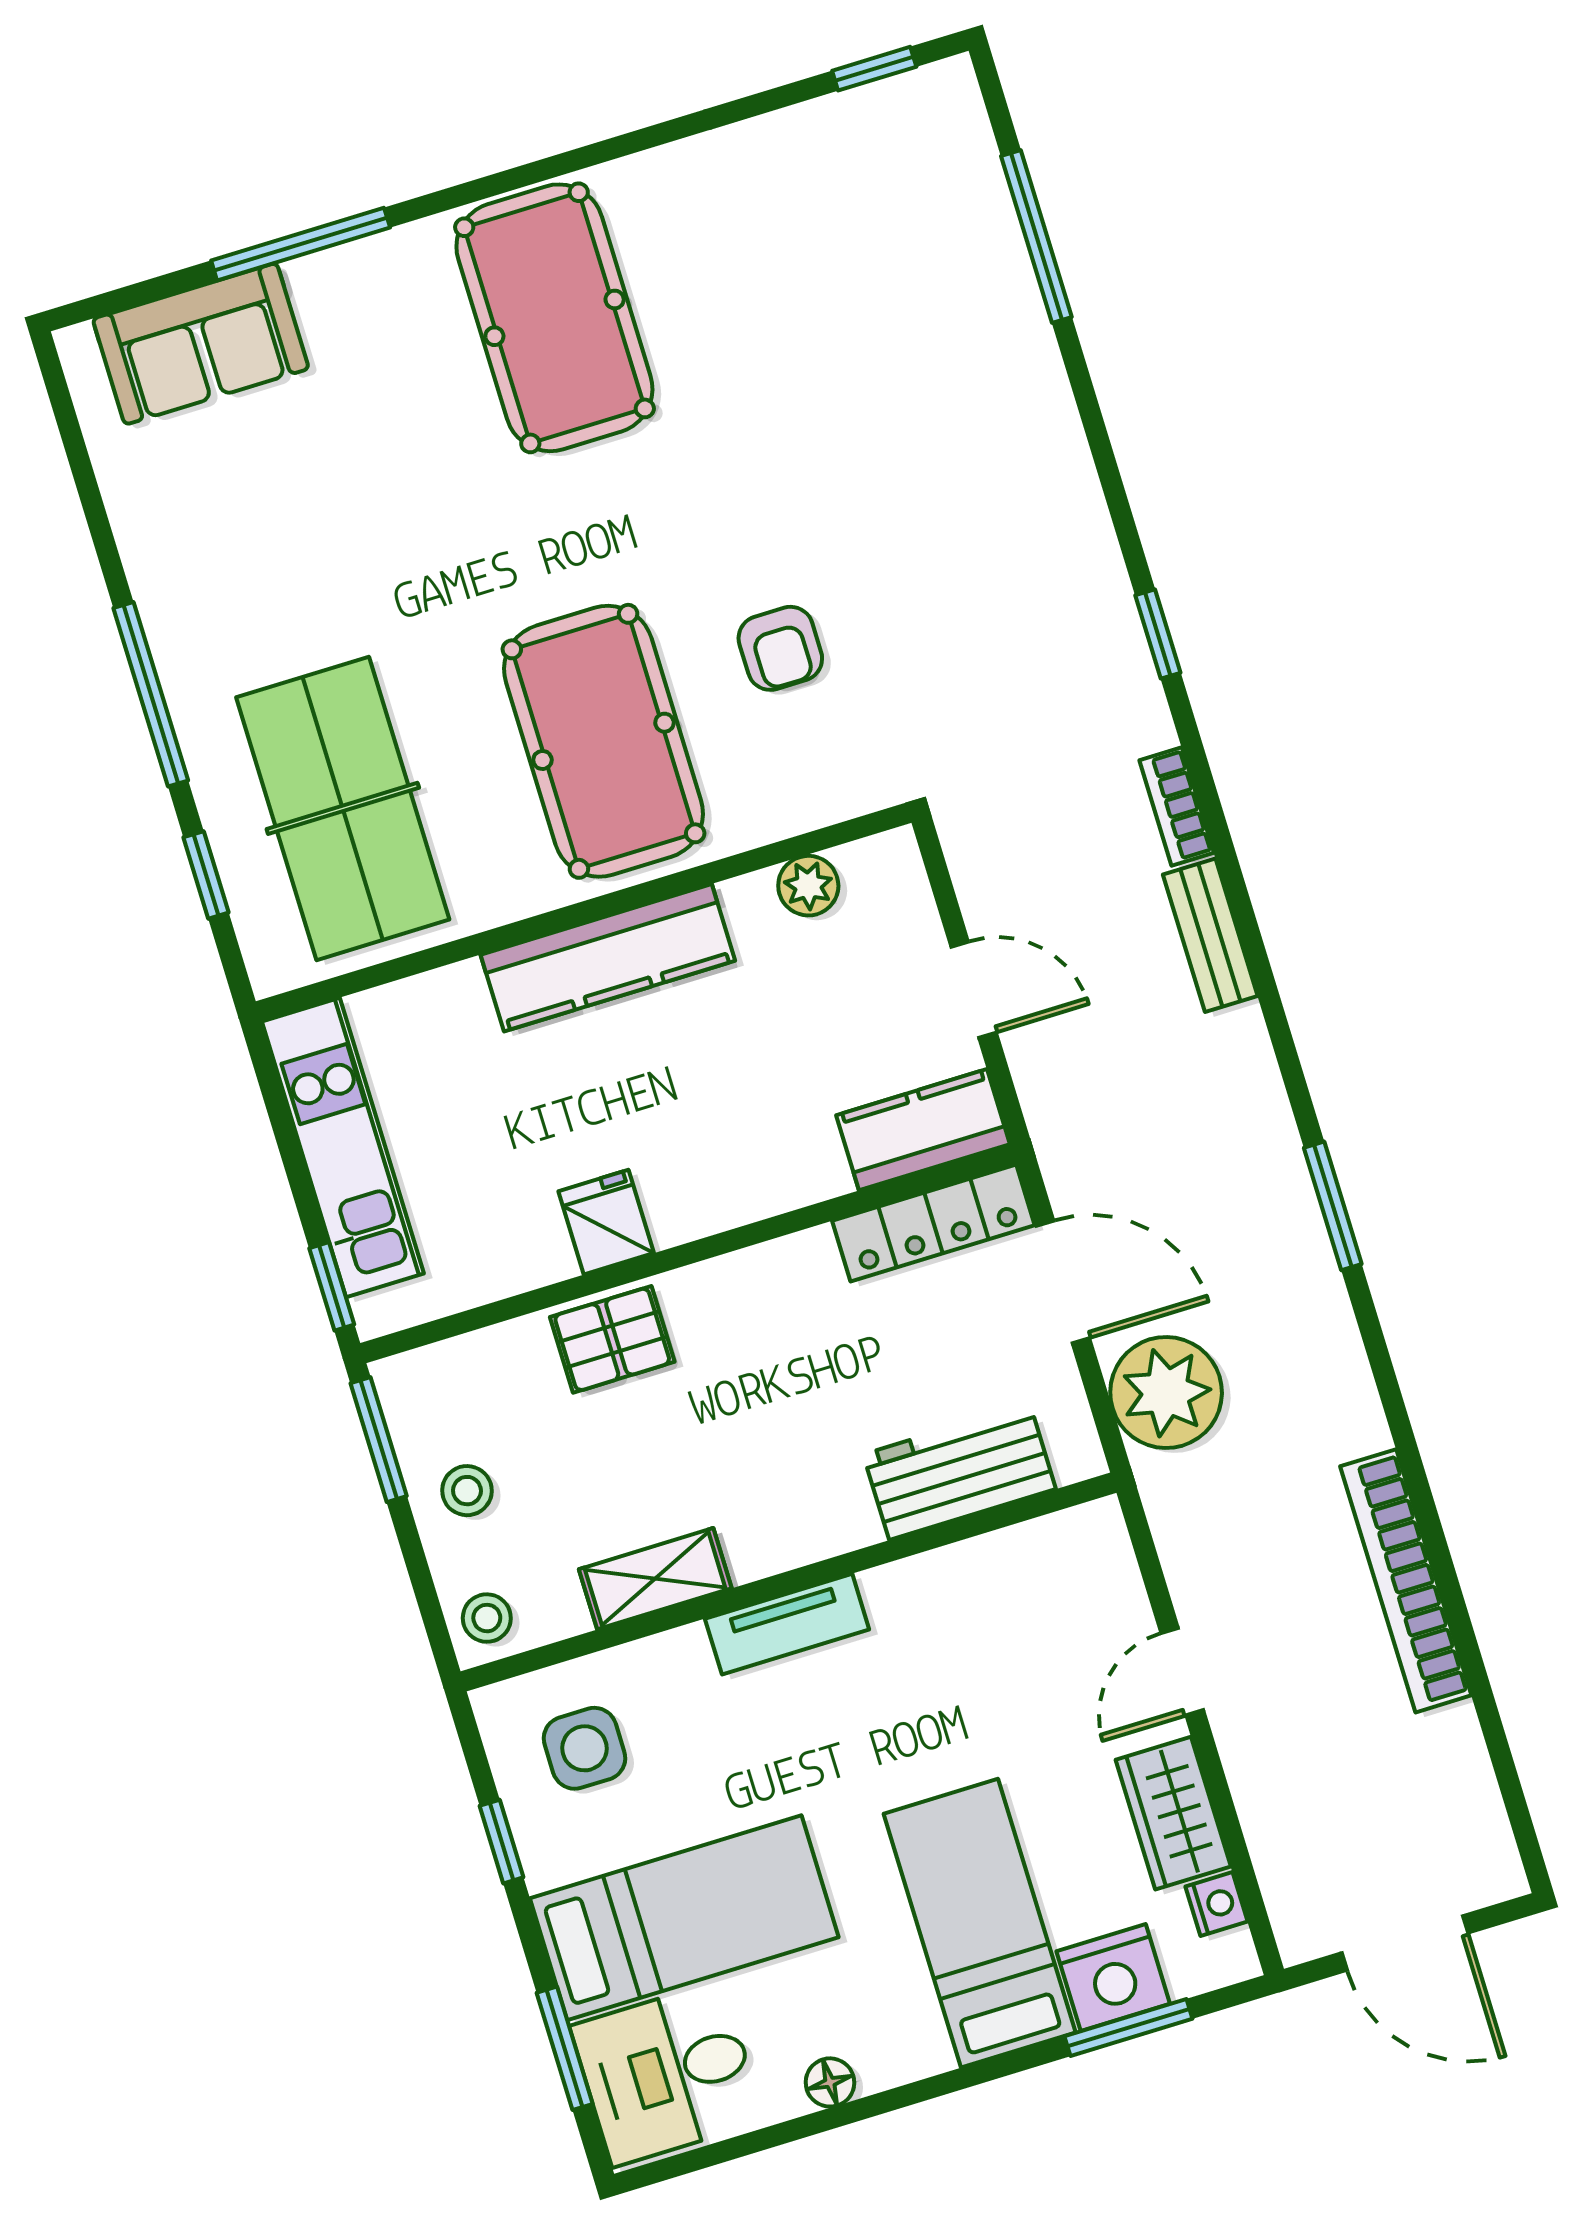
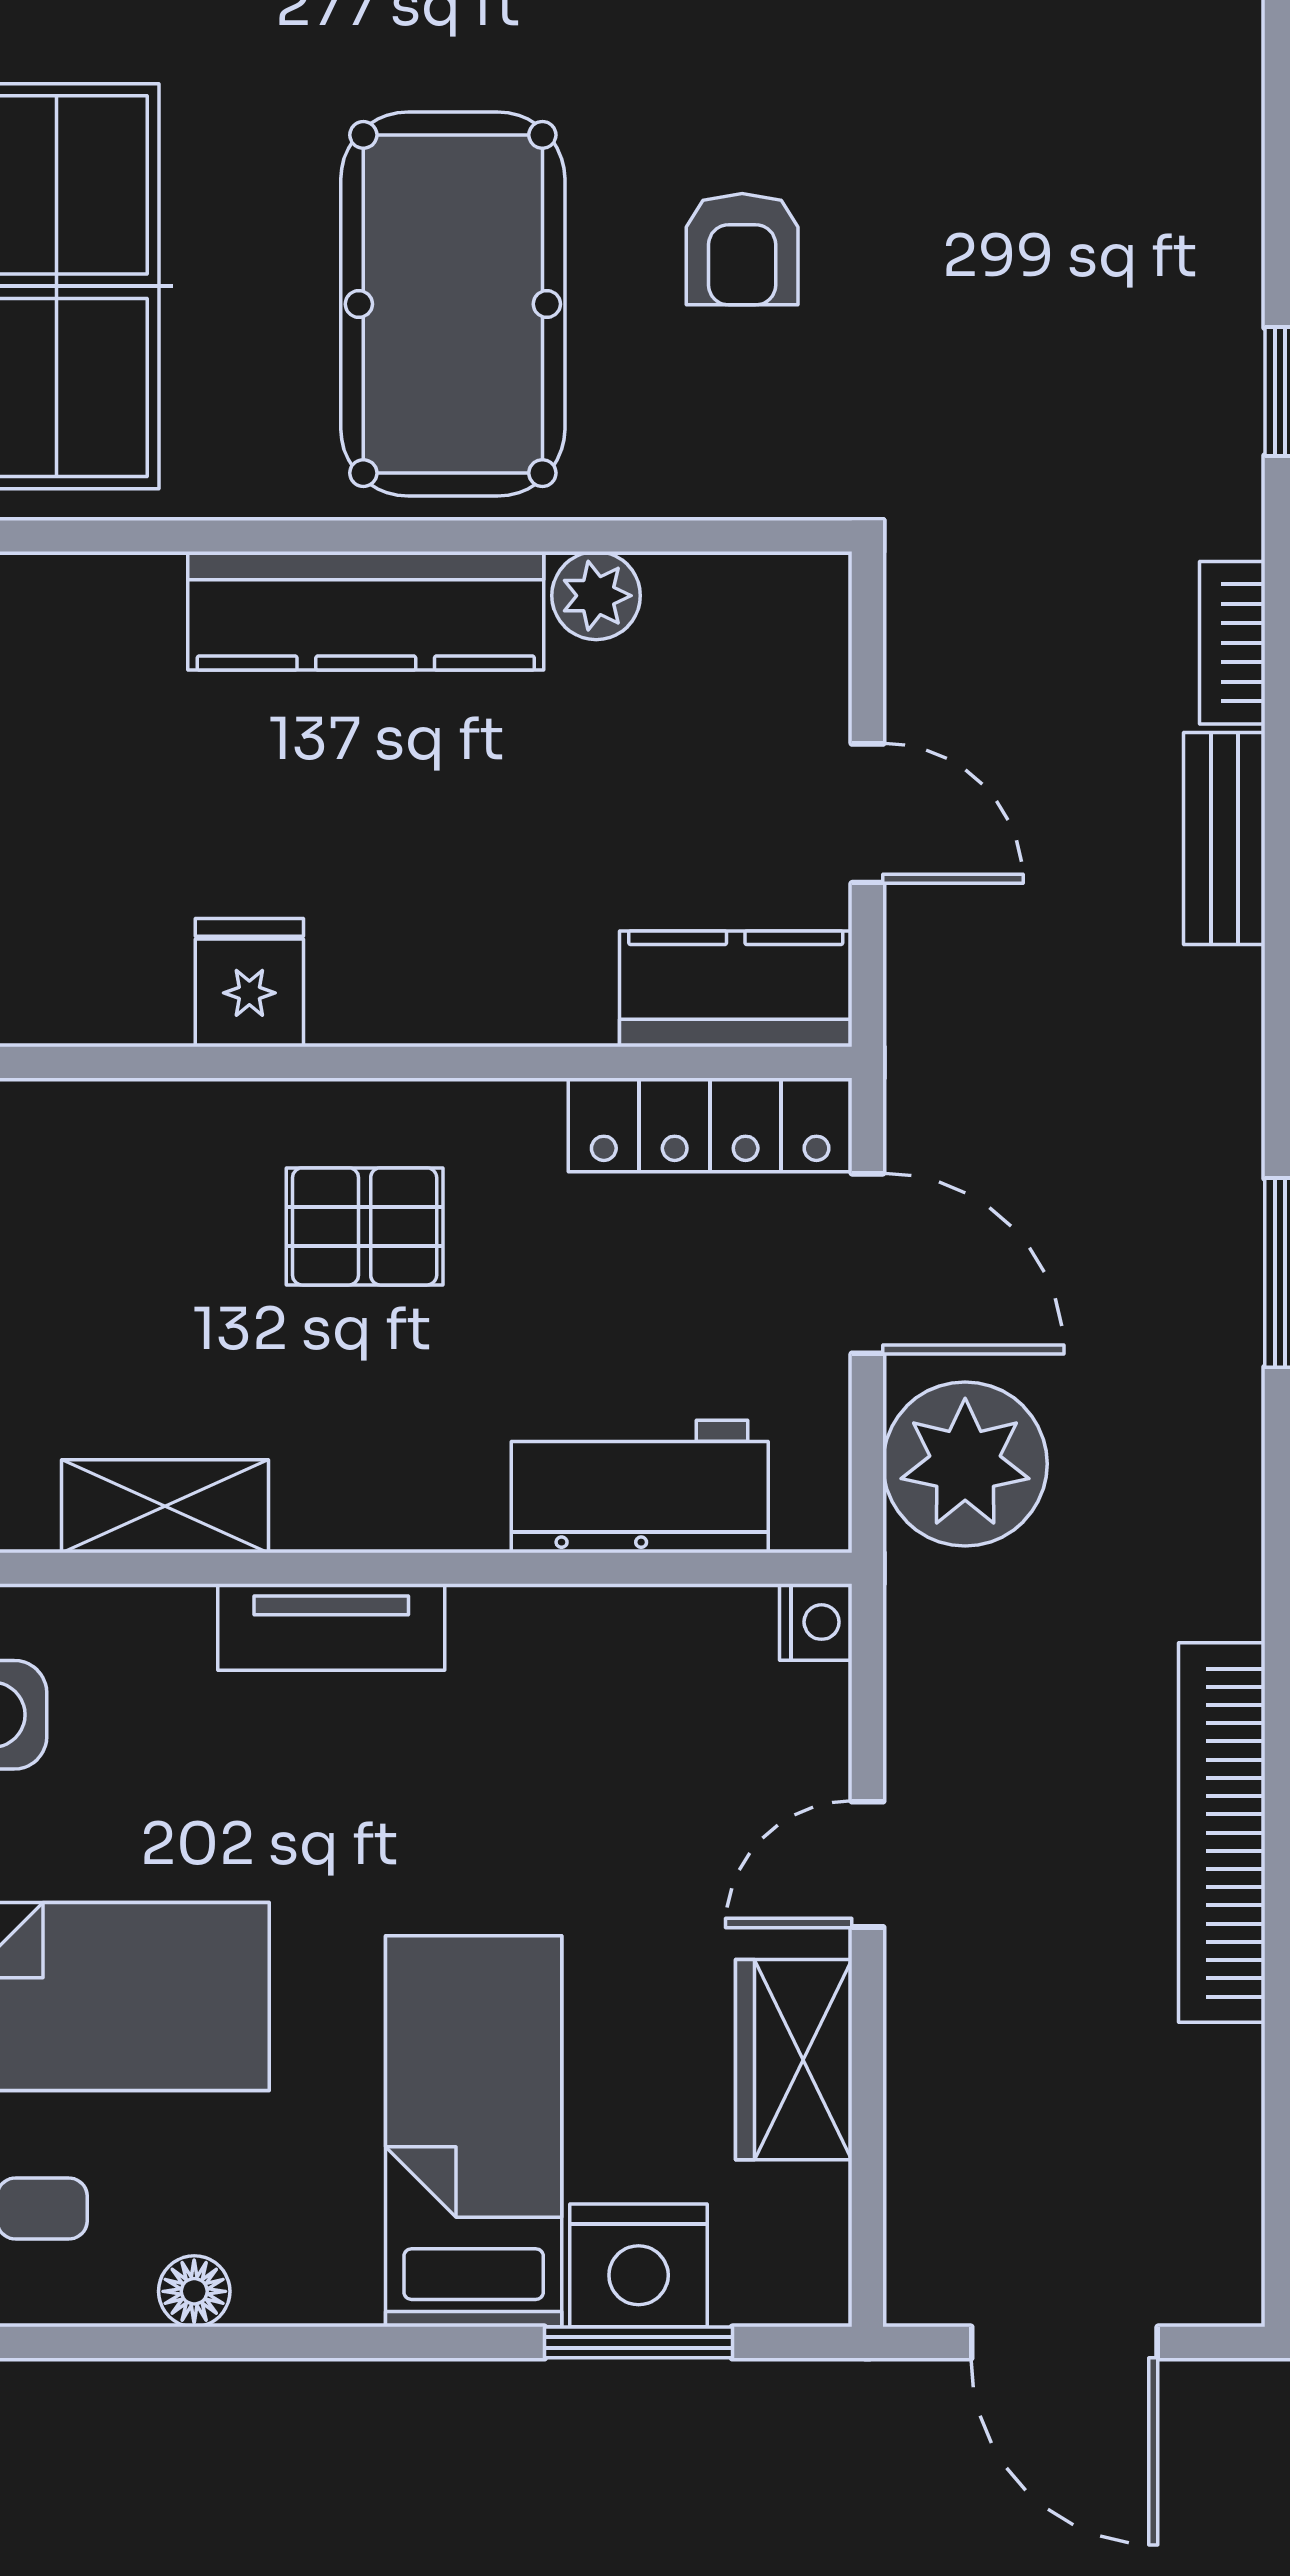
plant: (808, 886) -> (596, 596), moved
pallet: (612, 1339) -> (365, 1226), moved
nightstand: (1217, 1904) -> (816, 1622), moved

